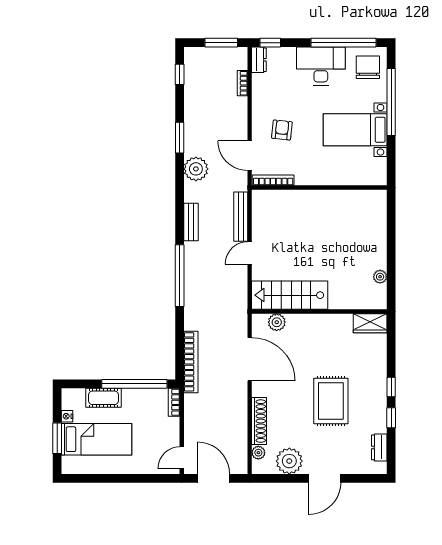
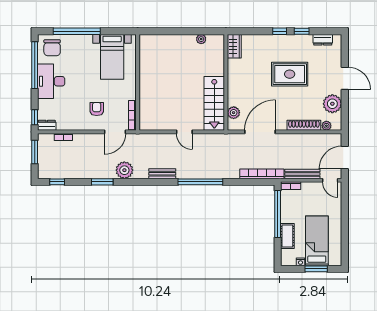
chair: (368, 67) -> (52, 48), turned -90
armchair: (282, 130) -> (97, 109), turned 84
bed with nightstands: (355, 130) -> (112, 57), moved
bench: (241, 217) -> (302, 174), moved

